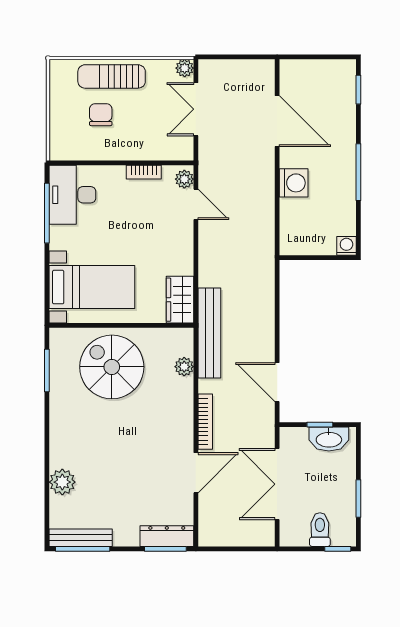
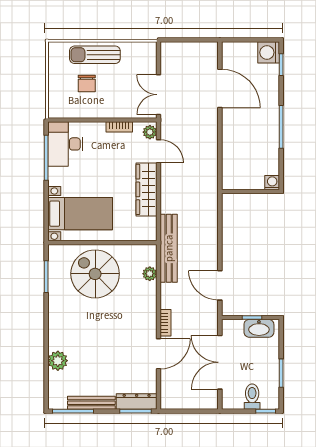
plant: (185, 68) -> (150, 48), removed
double door: (196, 109) -> (159, 95), moved
chair: (101, 115) -> (87, 84), turned 180
washing machine: (294, 183) -> (269, 52), moved, turned 180
wardrobe: (180, 300) -> (147, 189), moved, width x1.50
bookcase: (205, 422) -> (166, 323), width x0.64
bench: (81, 538) -> (91, 403), moved

